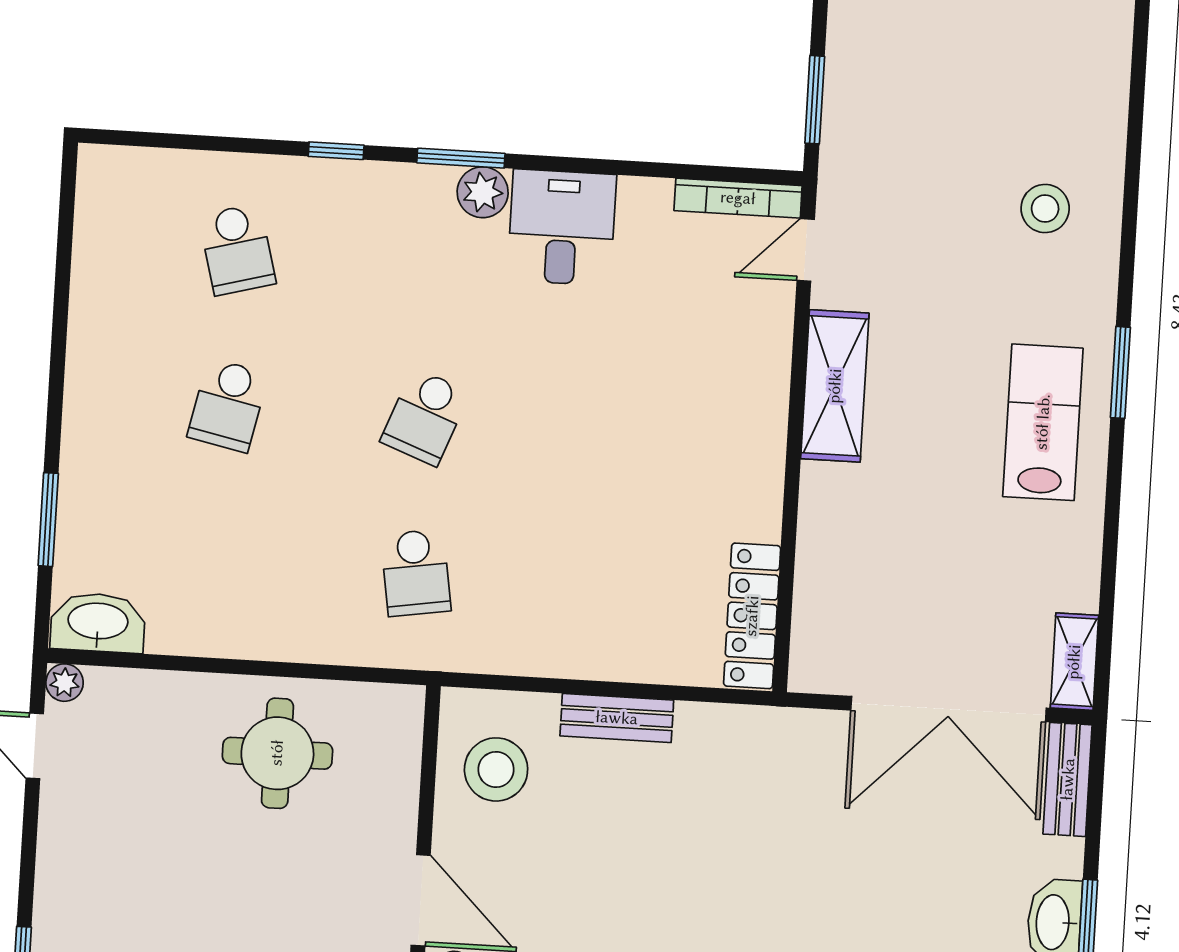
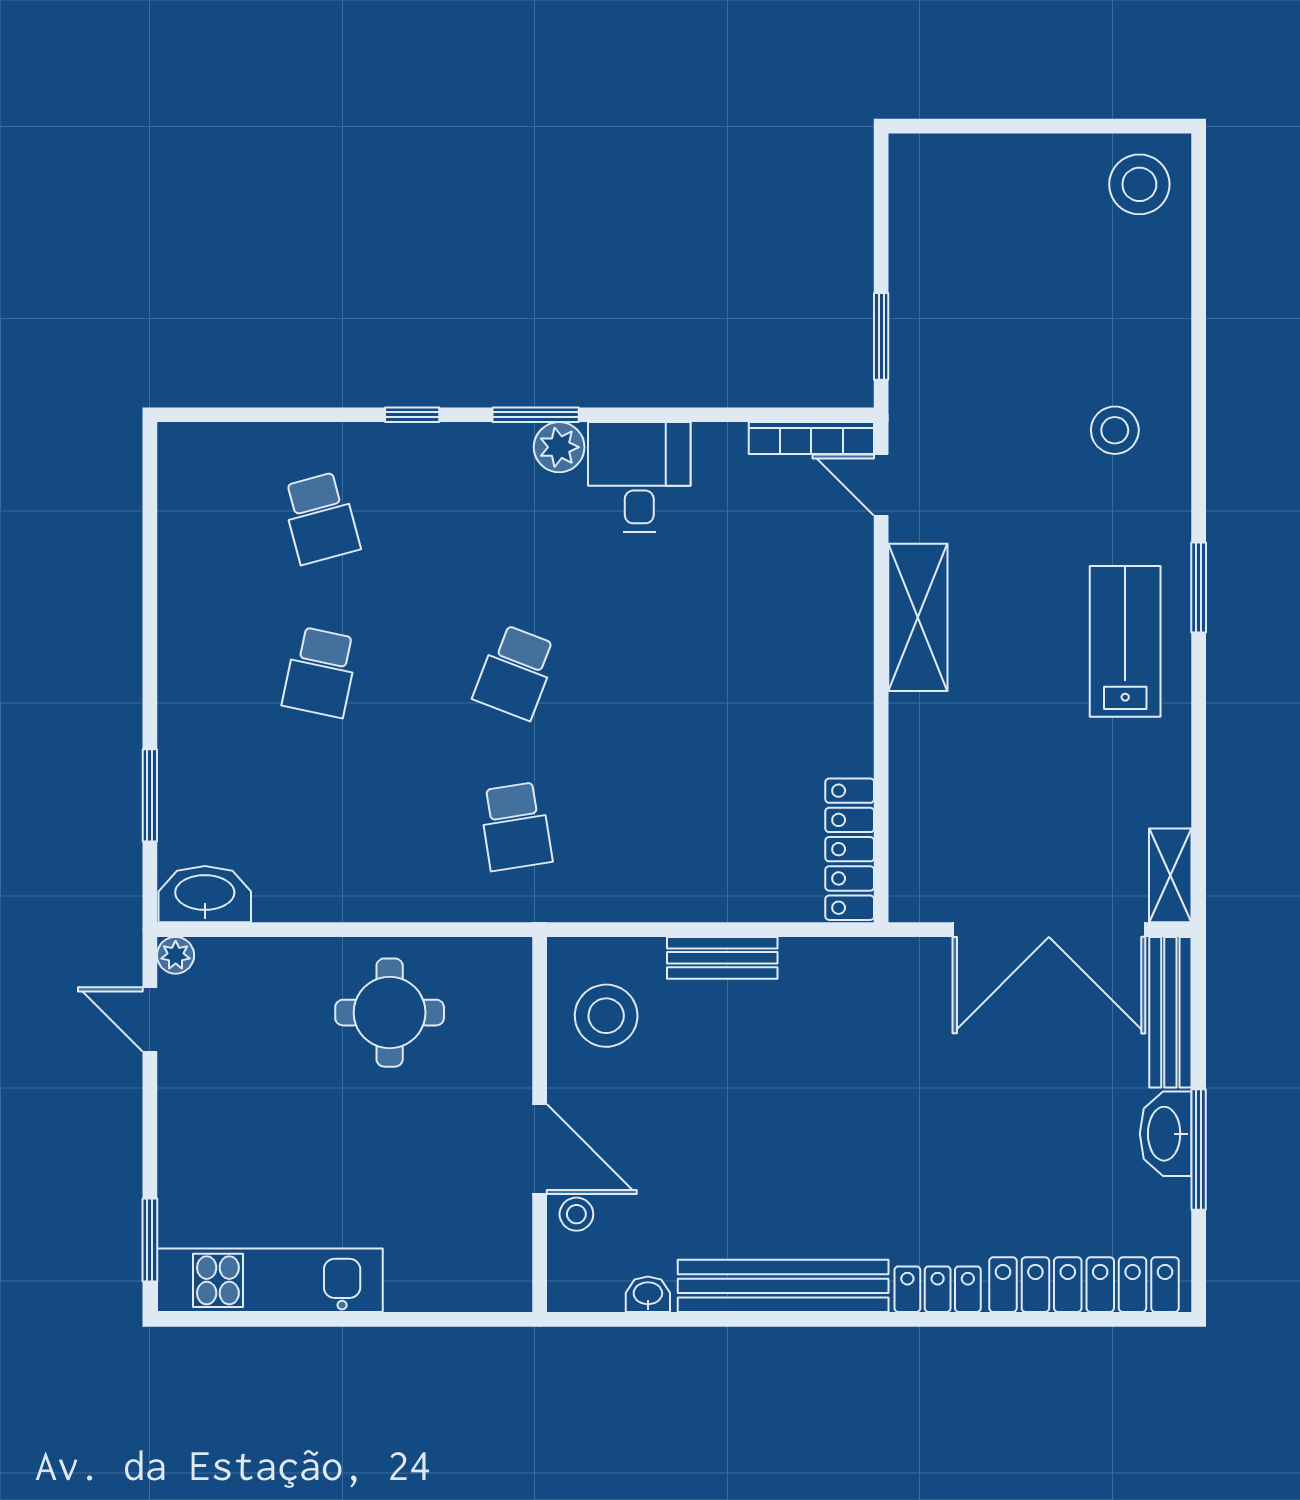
door: (806, 250) -> (881, 485), hinge flipped
bench: (1068, 779) -> (1170, 1012), width x1.36

